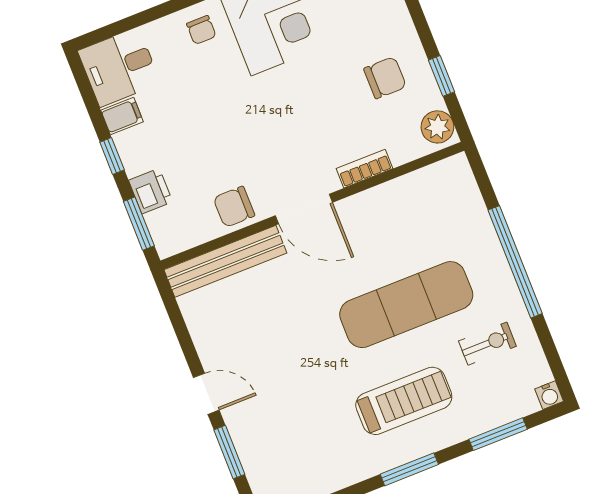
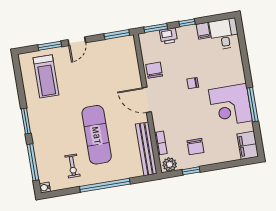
chair: (201, 30) -> (193, 83), moved
bookcase: (365, 169) -> (161, 143), moved
door: (304, 209) -> (147, 100), hinge flipped
bench: (225, 261) -> (146, 149), moved
window: (172, 307) -> (117, 35), added
treadmill: (404, 401) -> (46, 76), moved
window: (498, 434) -> (33, 162), width x1.44

